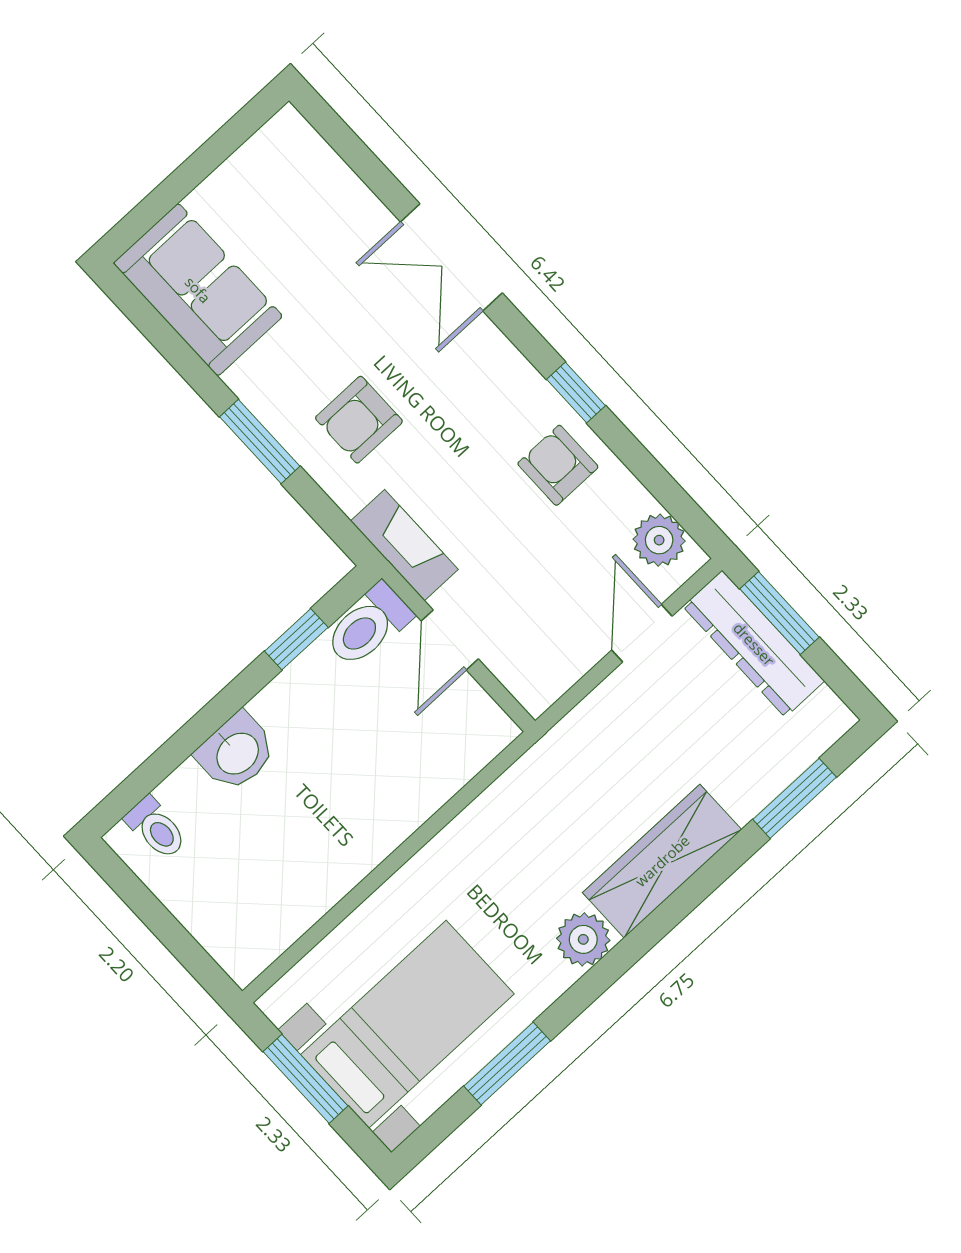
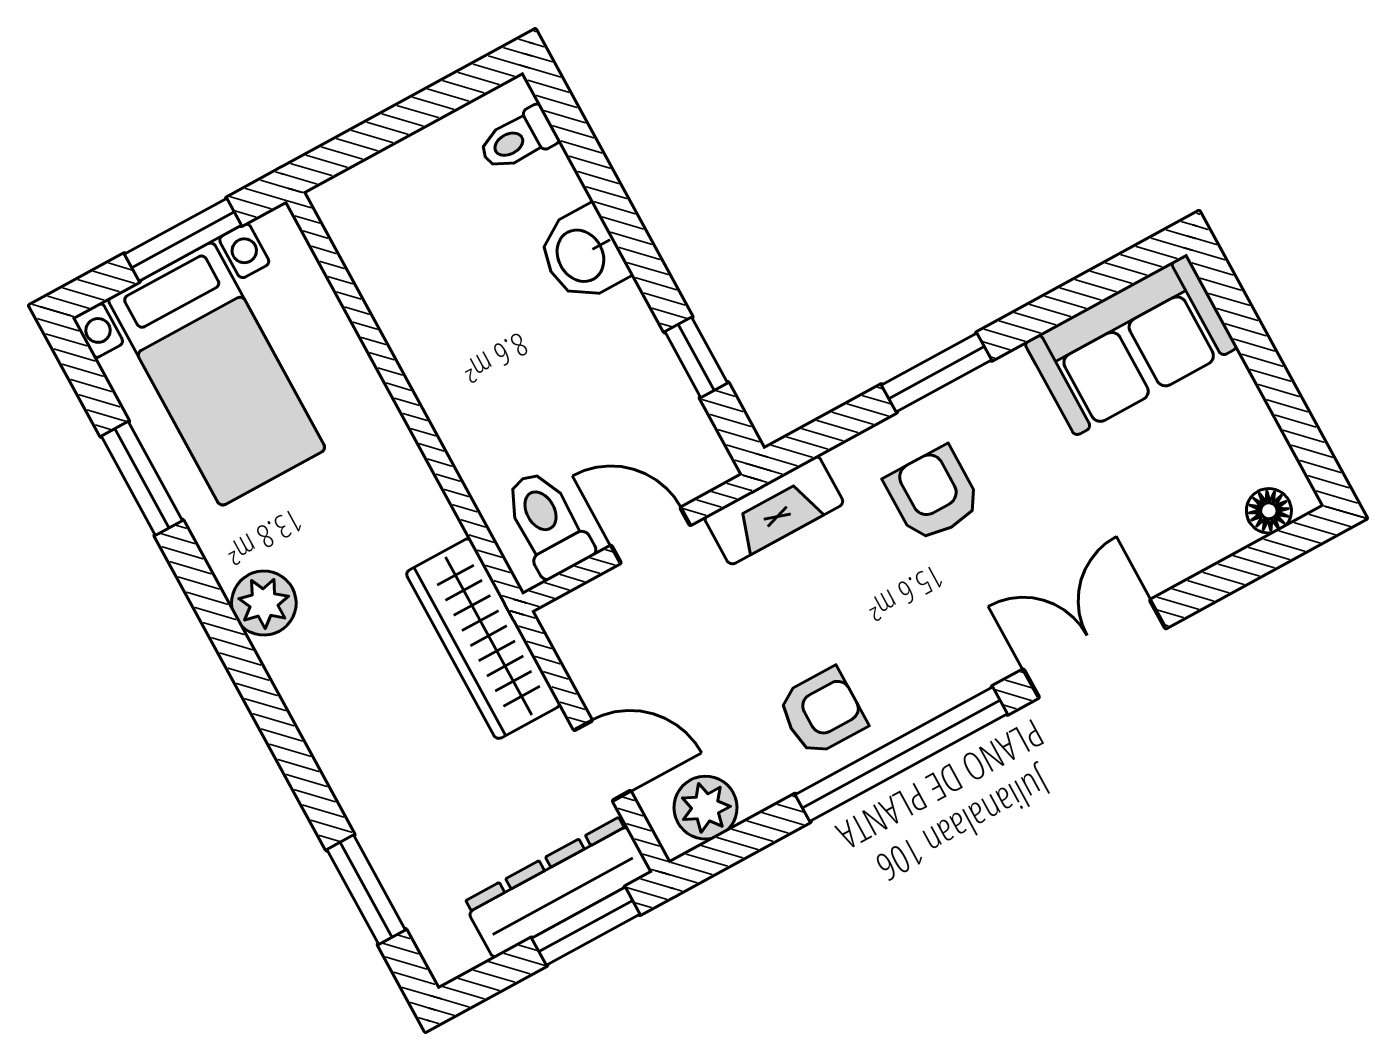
floor lamp: (304, 144) -> (1269, 511), added
window: (576, 392) -> (901, 754), width x3.17
toilet: (368, 625) -> (547, 523), moved
wardrobe: (662, 861) -> (483, 639), moved, turned 180

